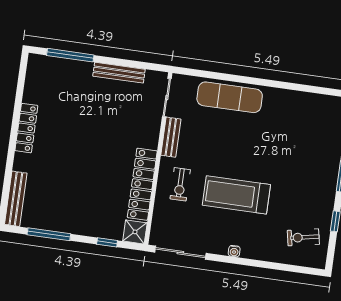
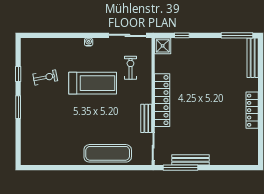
window: (70, 55) -> (181, 168), moved
locker: (142, 184) -> (162, 100), moved
exercise bike: (180, 184) -> (130, 68), moved
window: (49, 234) -> (237, 35), moved
exercise bike: (303, 237) -> (45, 77), moved

